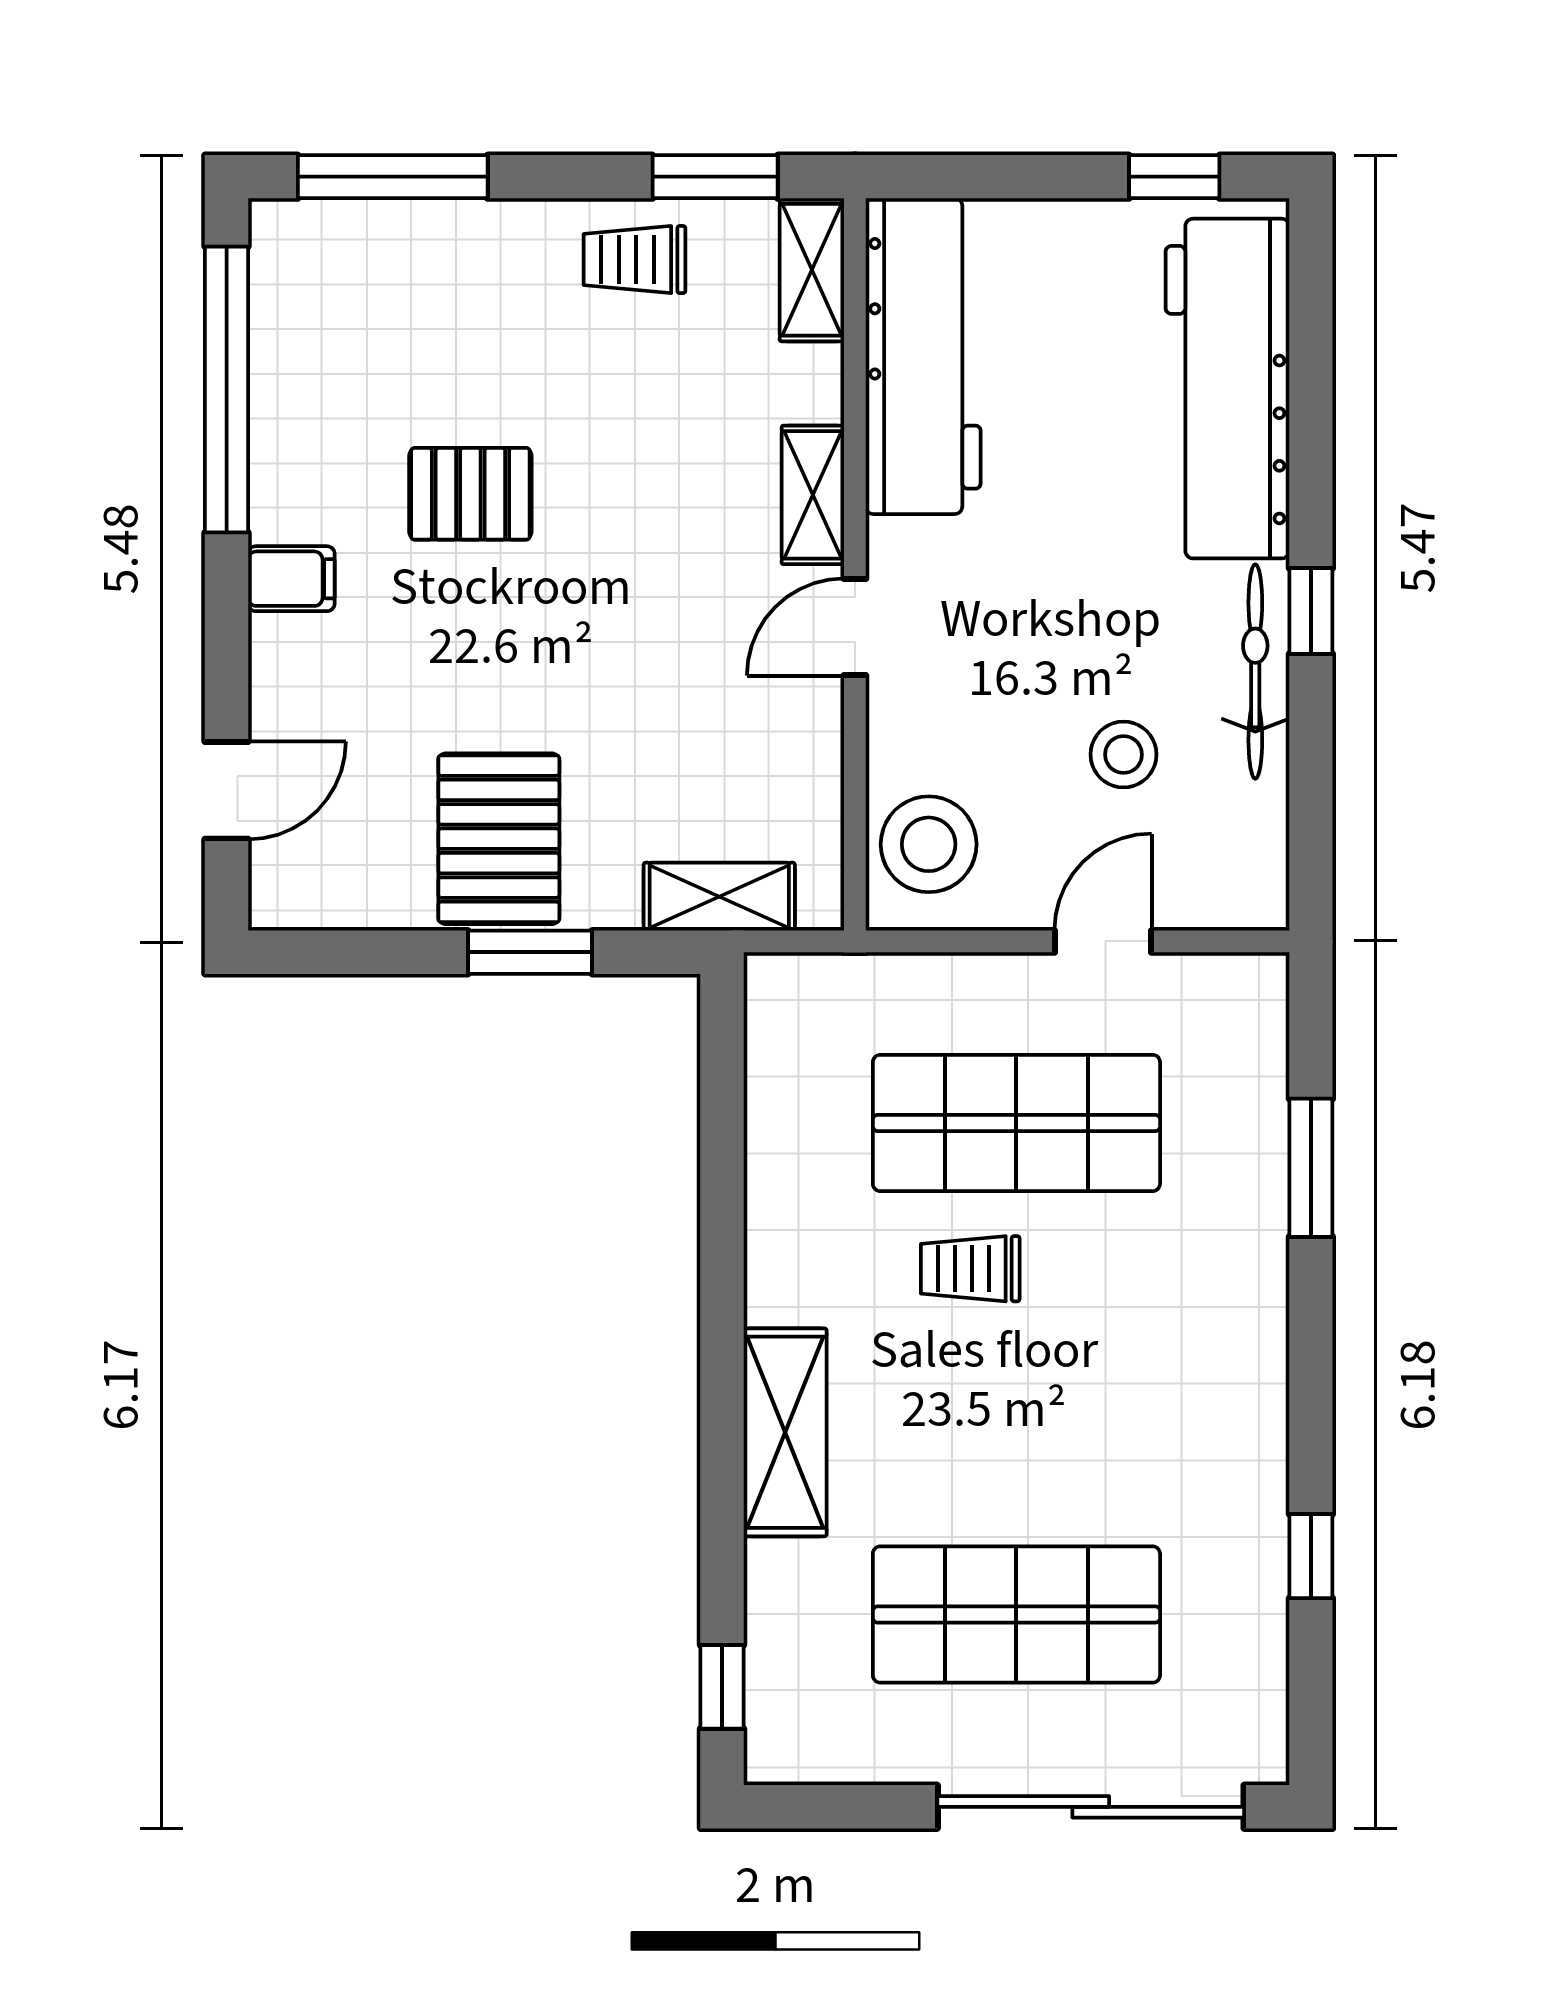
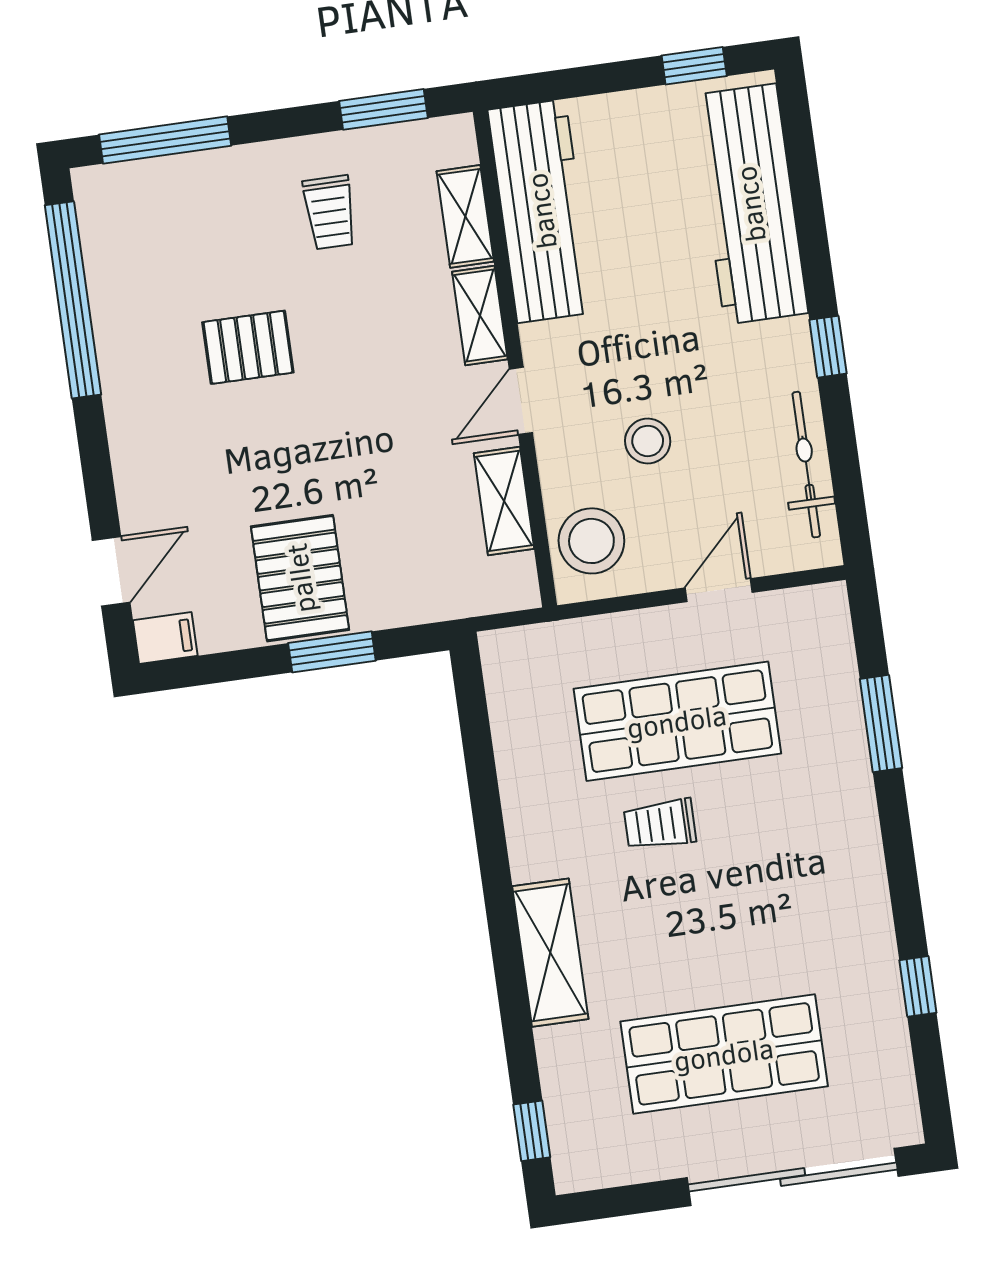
trolley: (635, 260) -> (330, 212), moved, turned -90
shelving: (812, 270) -> (465, 216), moved
filing cabinet: (291, 579) -> (165, 638), moved
bicycle: (1255, 672) -> (806, 465), moved
stool: (1124, 755) -> (648, 441), moved
shelving: (719, 897) -> (504, 501), moved, turned 90

